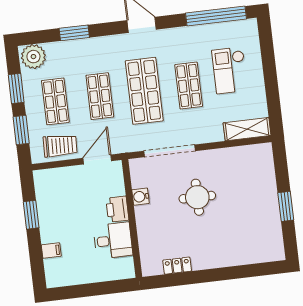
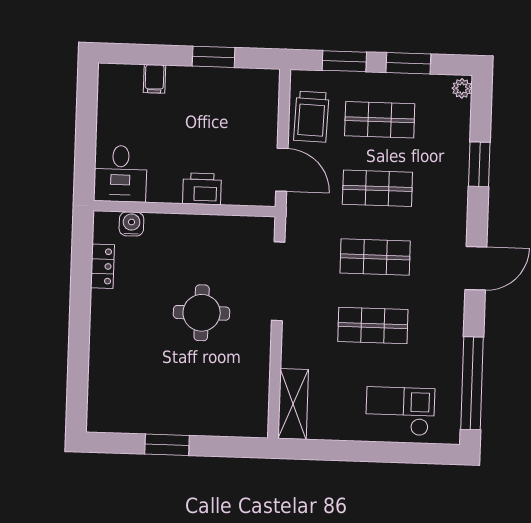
plant: (33, 57) -> (462, 88), width x0.53, depth x0.53
checkout: (230, 70) -> (400, 411), moved
shop shelf: (144, 91) -> (375, 257), width x0.70, depth x0.74
water cooler: (140, 197) -> (131, 224), moved
desk: (113, 240) -> (120, 174), moved

